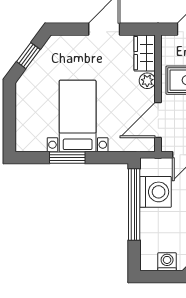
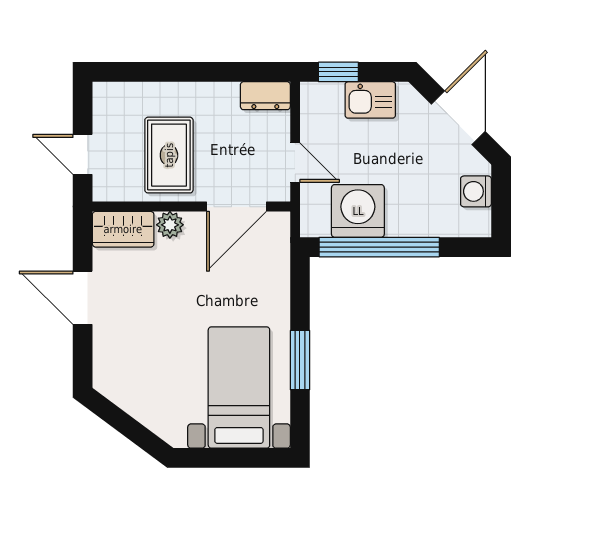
window: (28, 56) -> (127, 426), removed
bed with nightstands: (78, 116) -> (239, 388), moved, turned 90
door: (158, 120) -> (236, 207), hinge flipped

